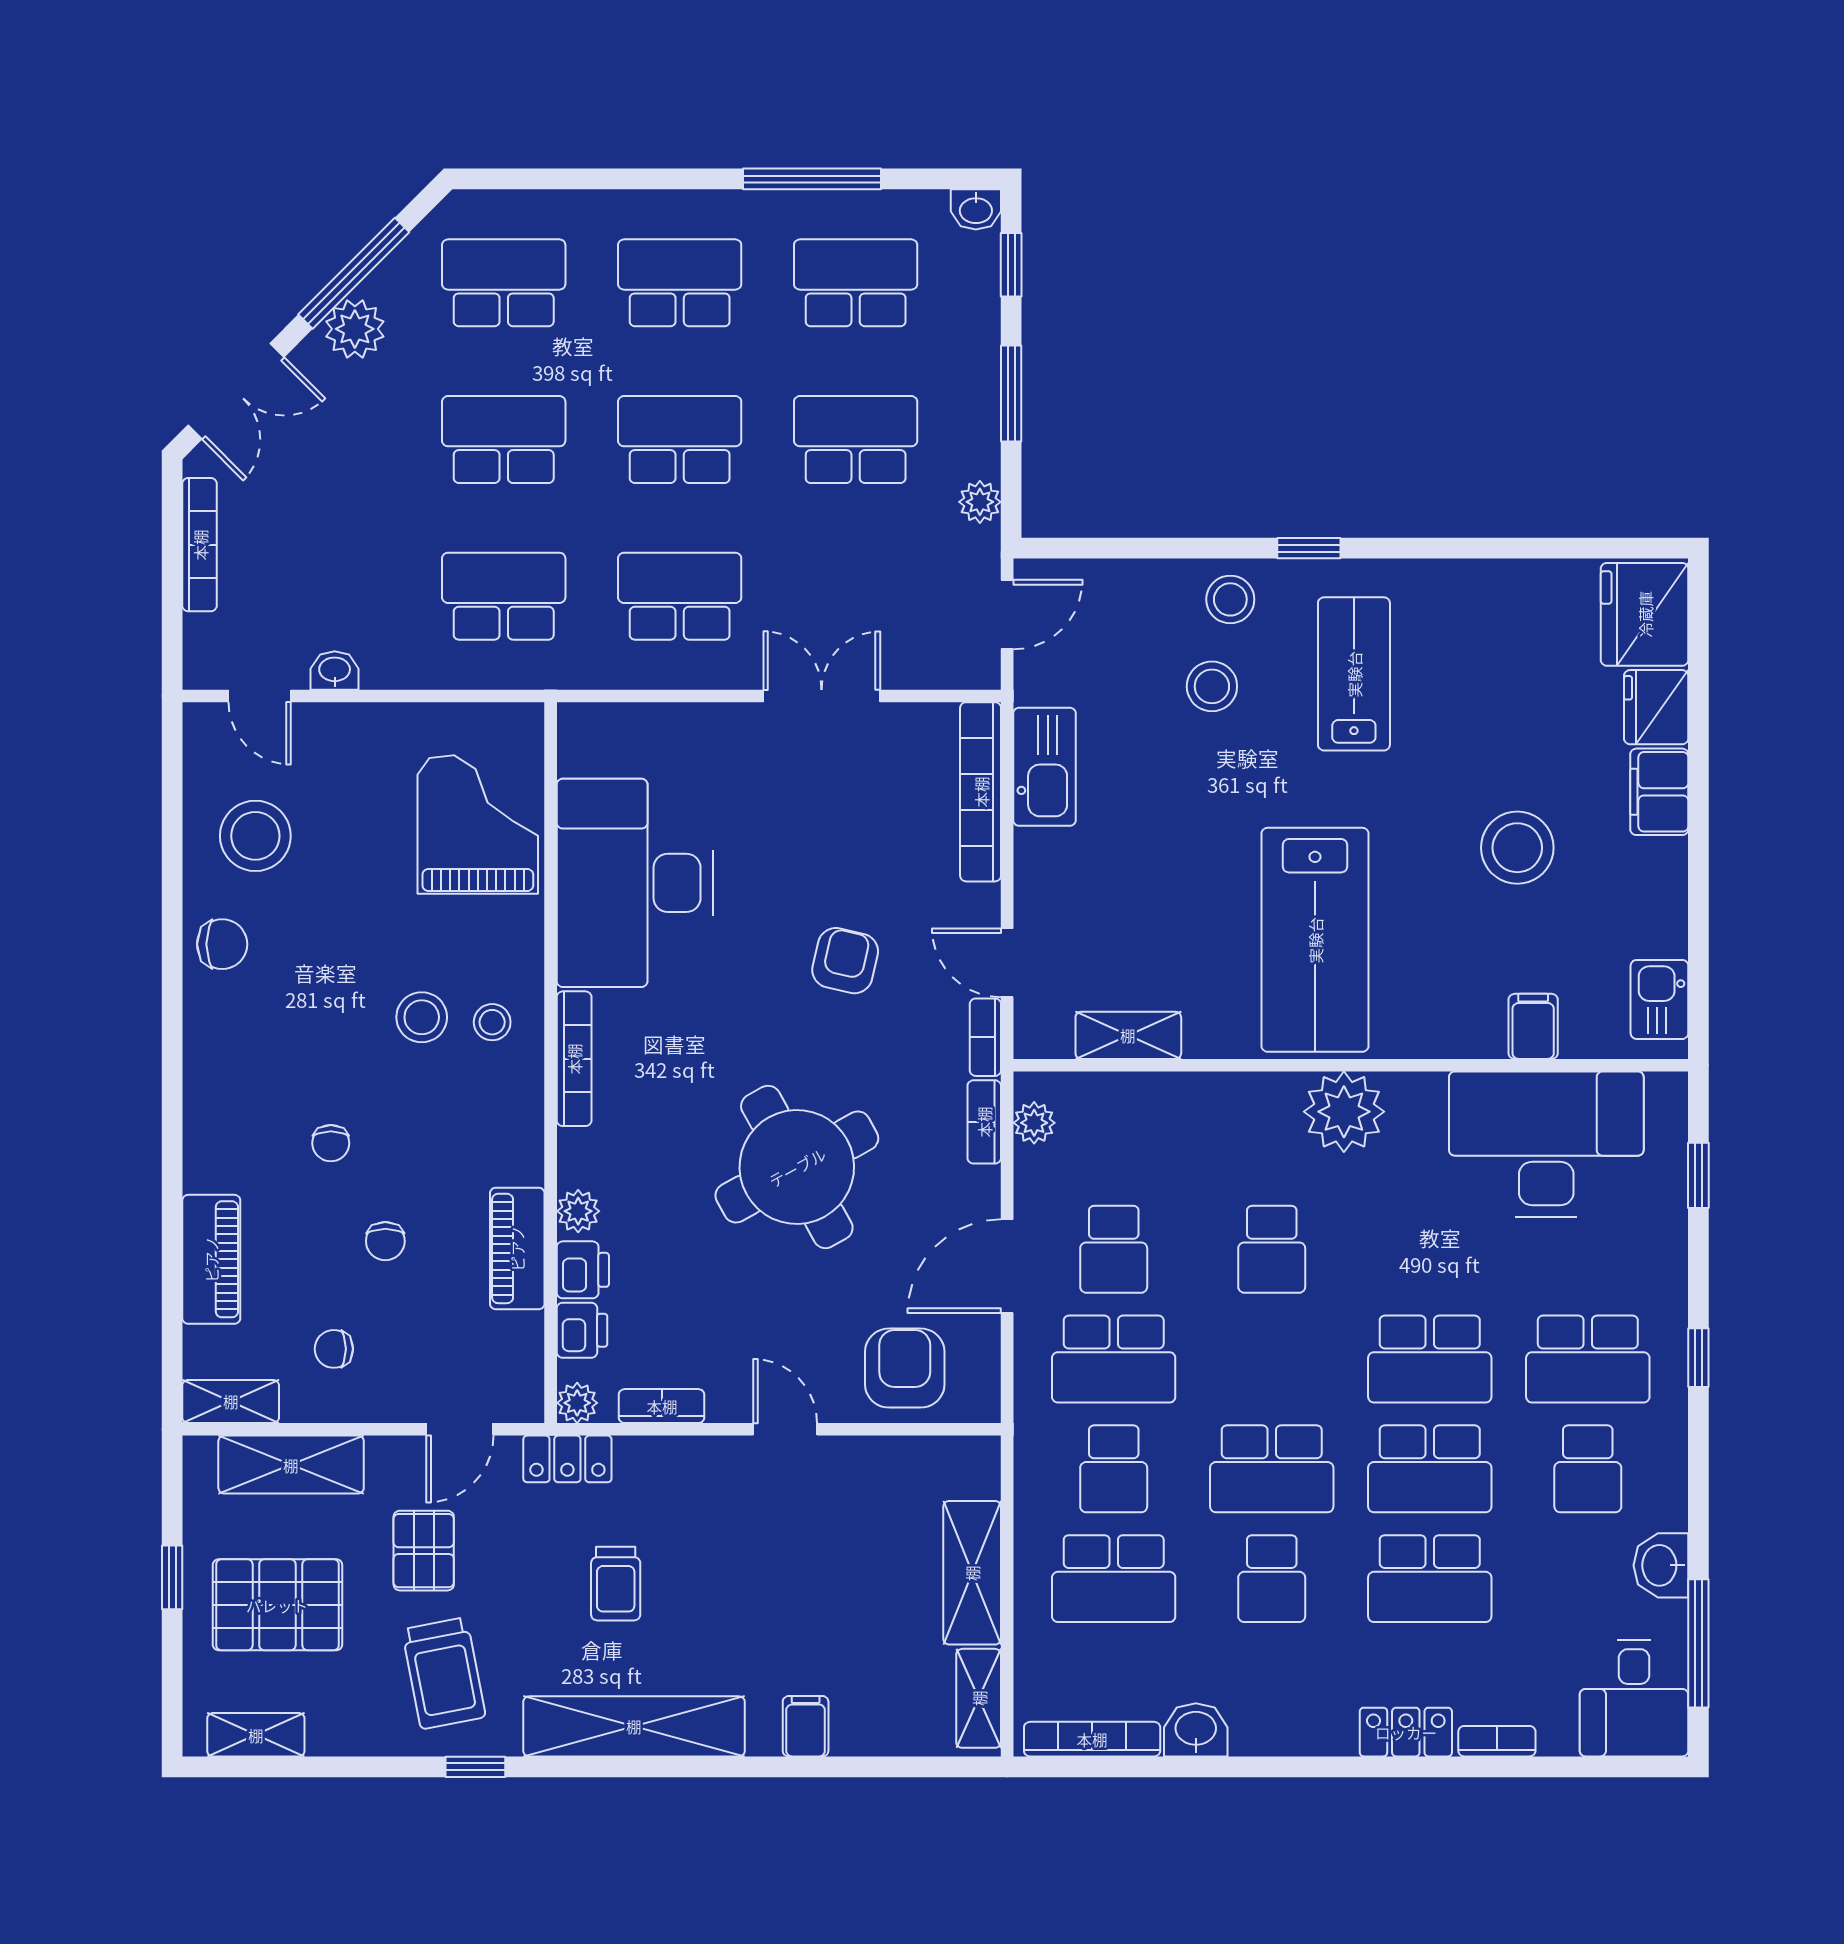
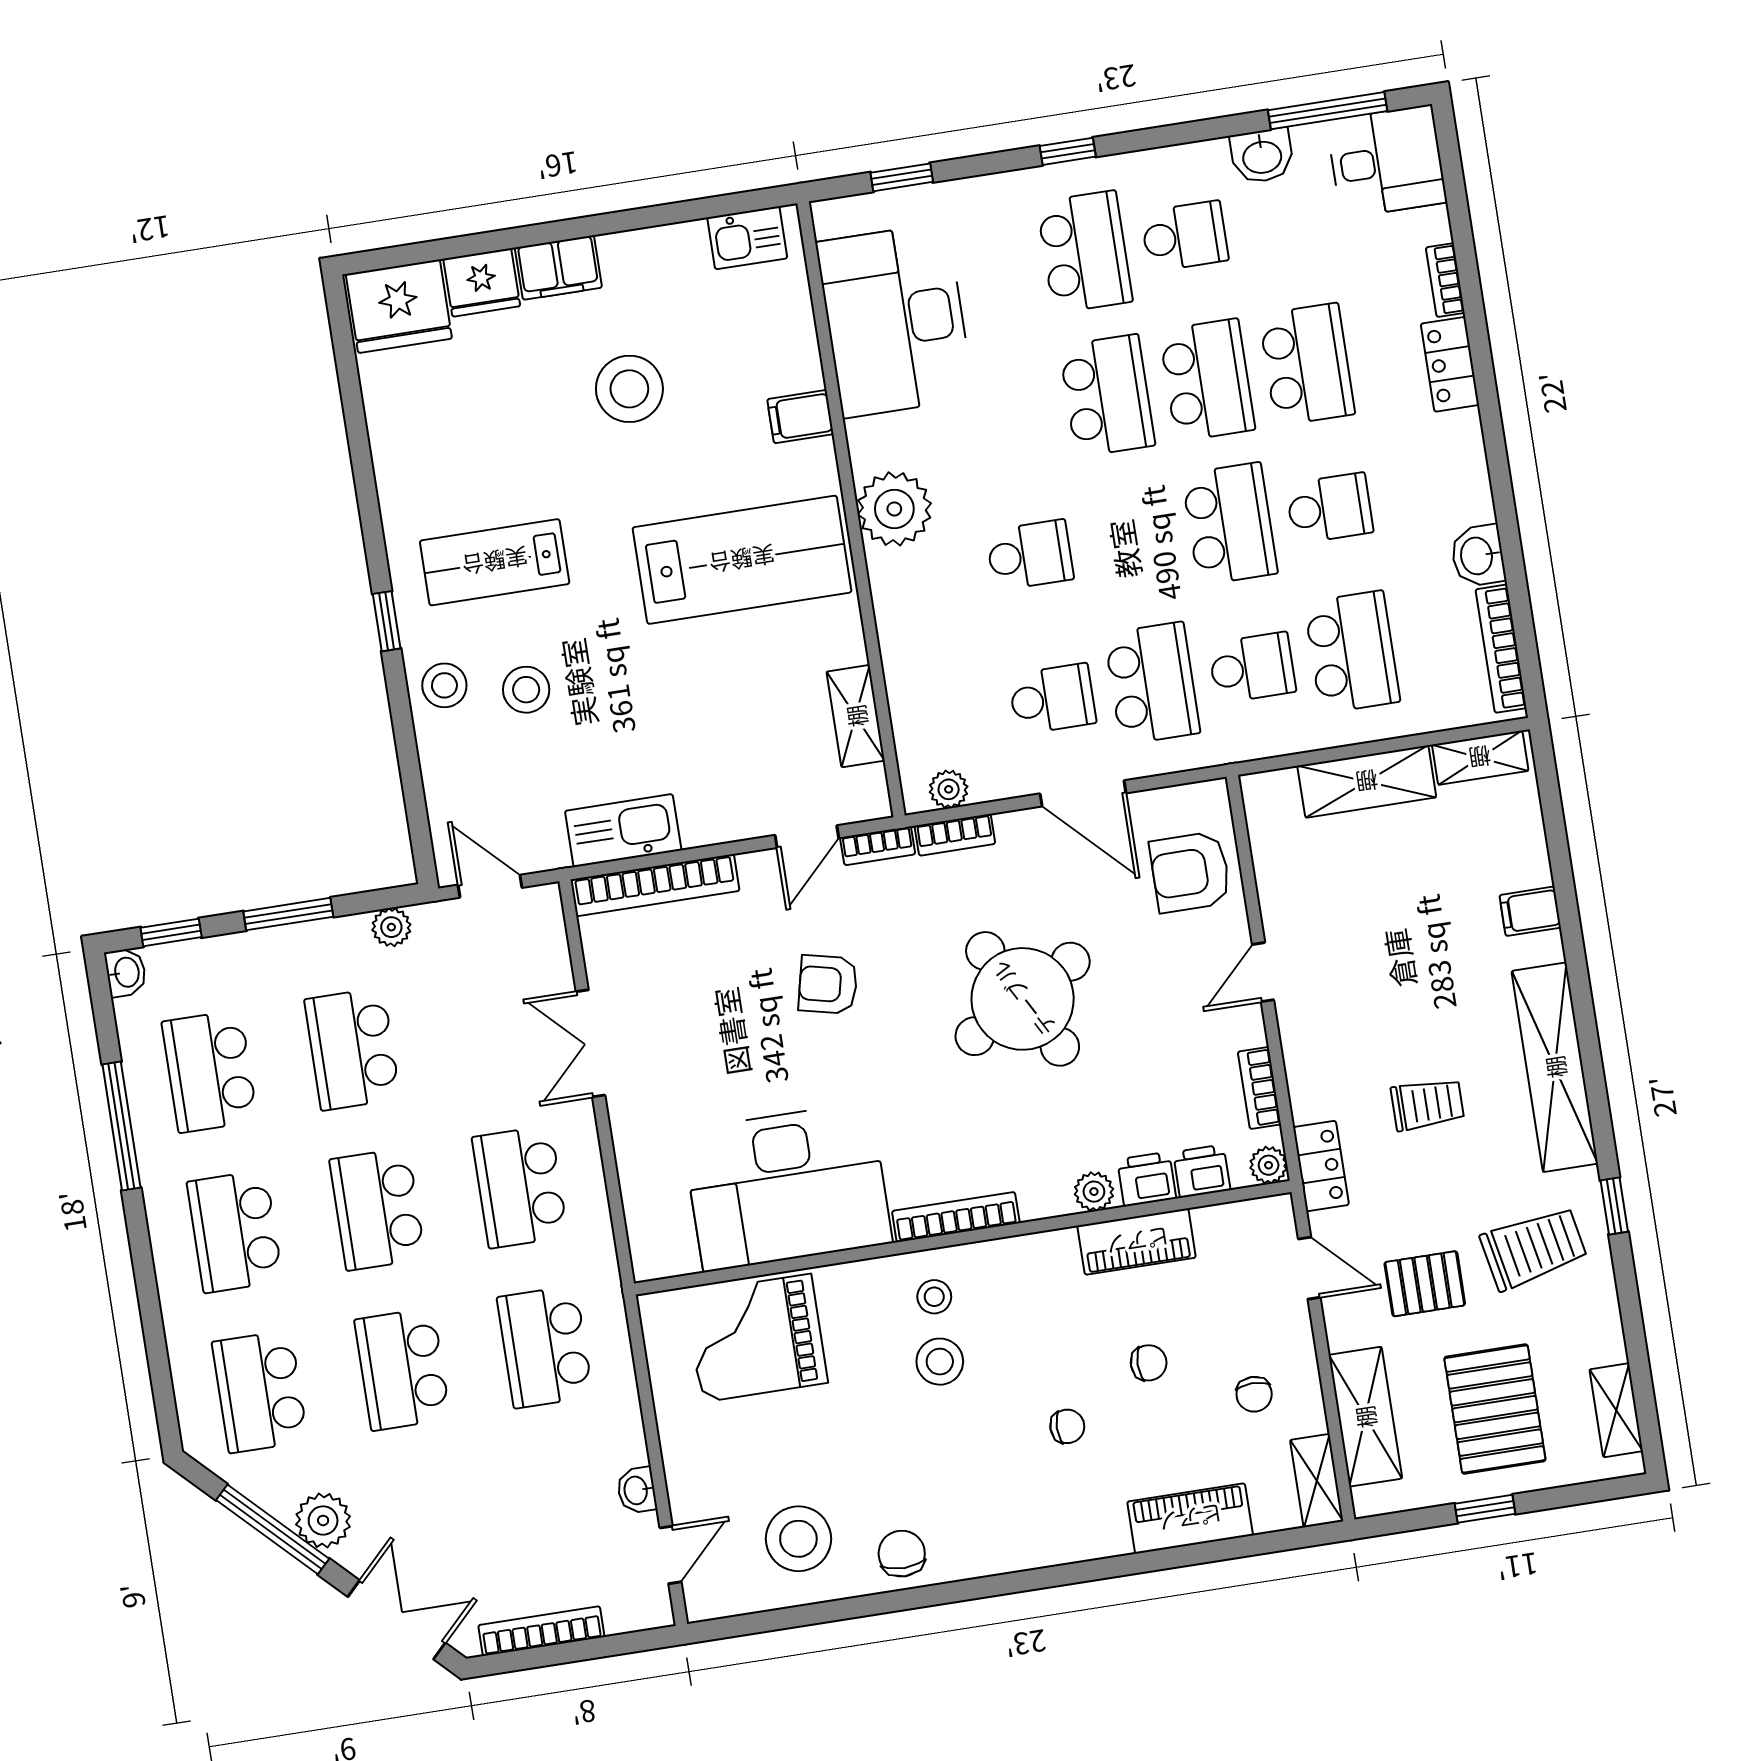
filing cabinet: (1533, 1026) -> (800, 417), moved

